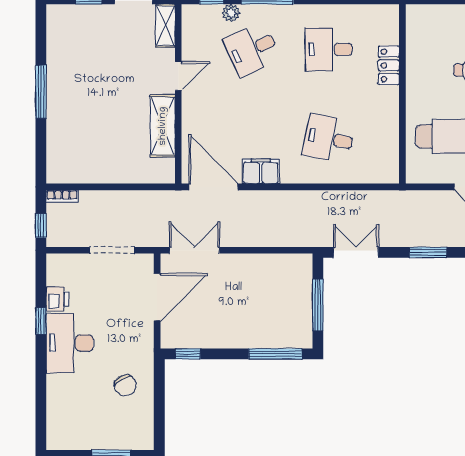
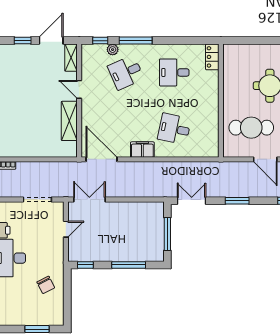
locker: (389, 65) -> (212, 57), moved
door: (178, 76) -> (79, 89), swing flipped
filing cabinet: (261, 171) -> (142, 150), moved
door: (157, 297) -> (66, 229), width x0.53
window: (275, 354) -> (129, 265), moved

